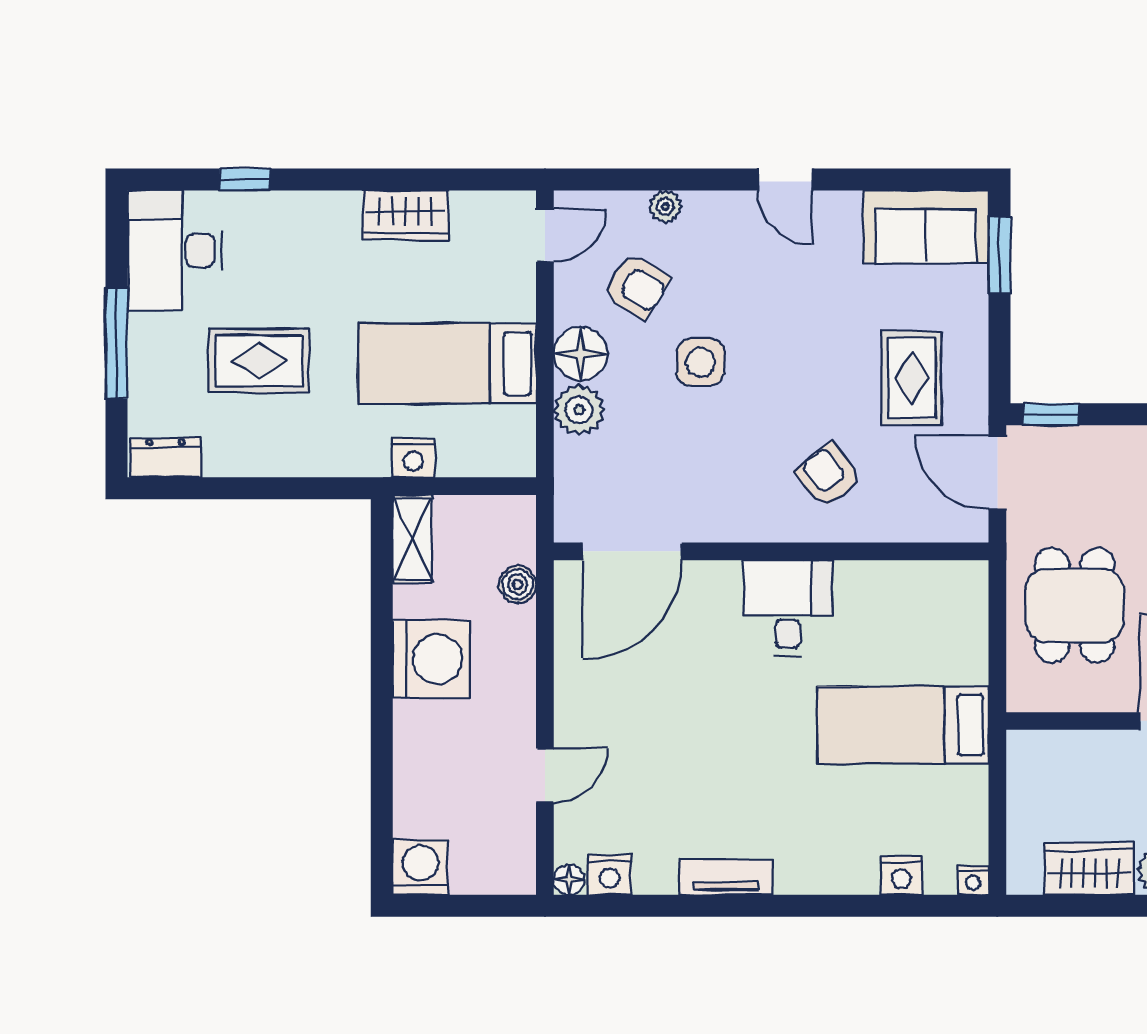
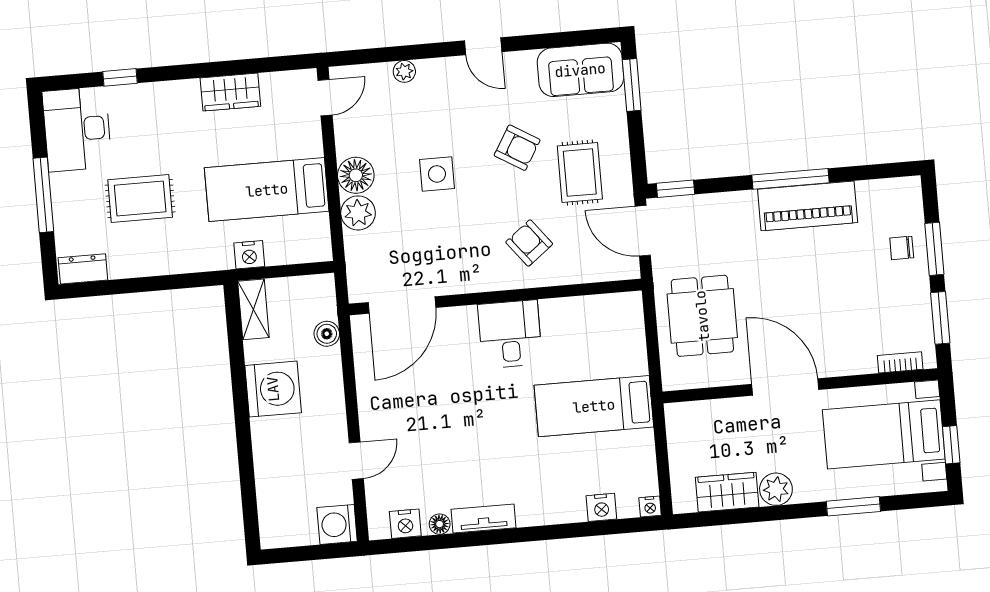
armchair: (637, 286) -> (517, 148), moved
washing machine: (420, 867) -> (337, 524), moved, turned -90
floor lamp: (569, 880) -> (440, 524), moved

